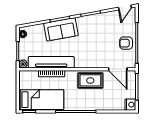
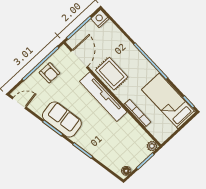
sofa: (61, 29) -> (62, 119), moved
tv unit: (51, 62) -> (103, 97), moved

